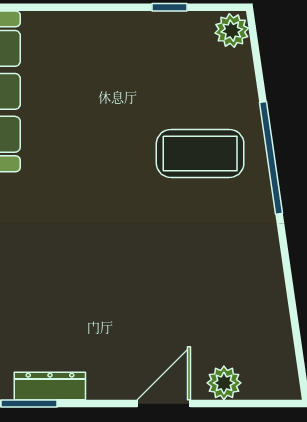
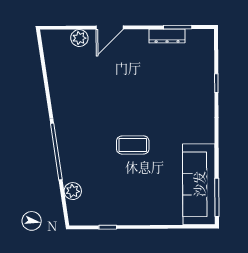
plant: (232, 31) -> (73, 191), moved
coffee table: (200, 153) -> (133, 145), moved, width x0.73, depth x0.76

